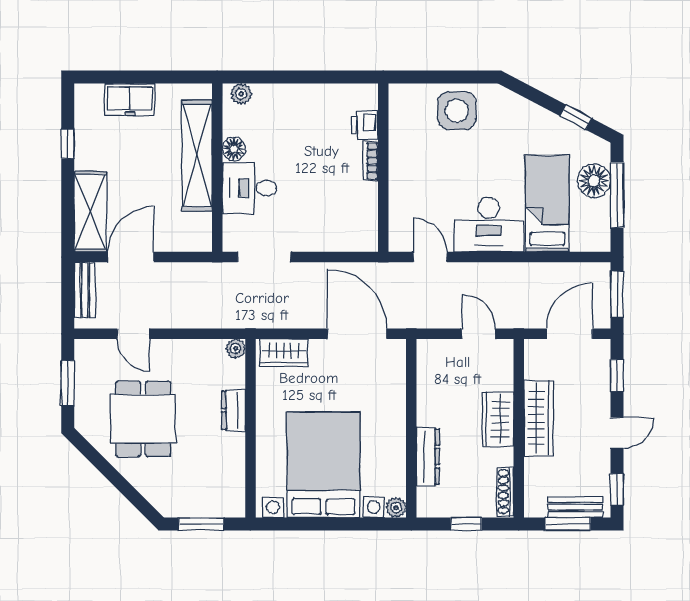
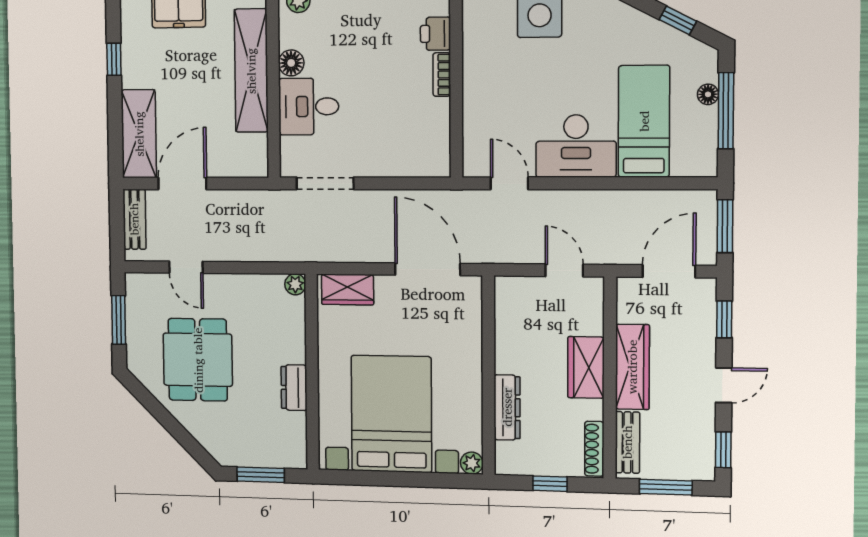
floor lamp: (594, 181) -> (708, 94), width x0.53, depth x0.53
dresser: (234, 410) -> (294, 388), moved
bench: (575, 507) -> (627, 442), moved, turned 90

